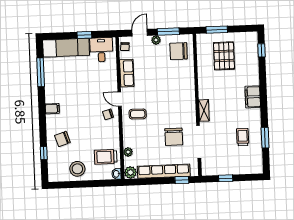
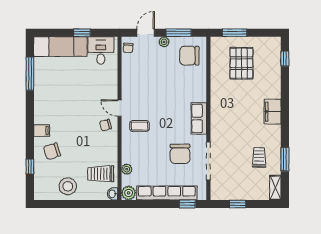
row of seats: (127, 73) -> (199, 118), moved, turned 180
filing cabinet: (52, 109) -> (42, 130), moved
shelving: (204, 110) -> (275, 188), moved

